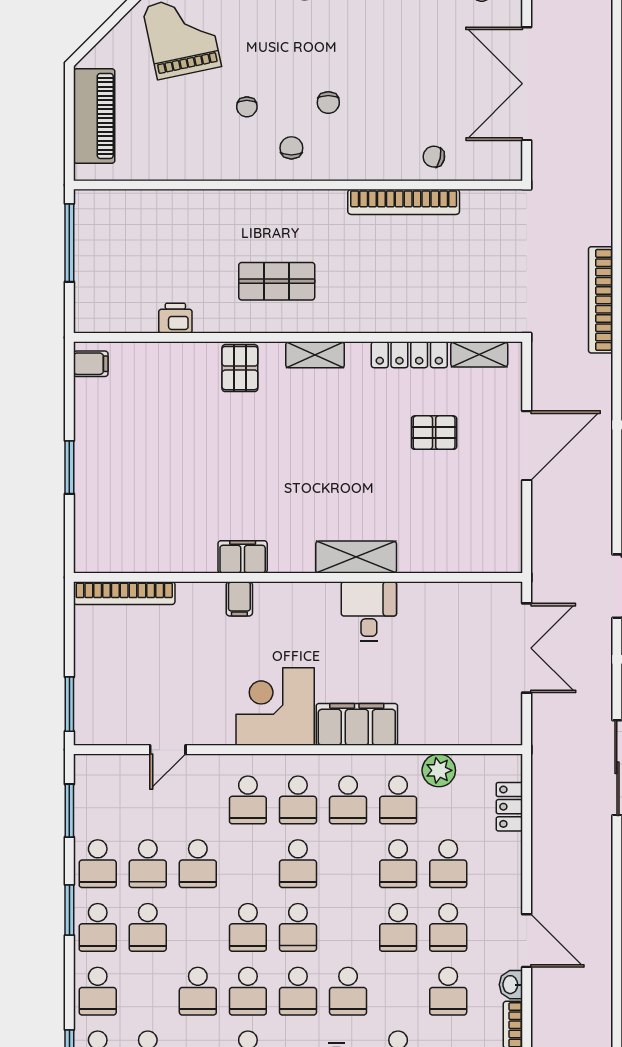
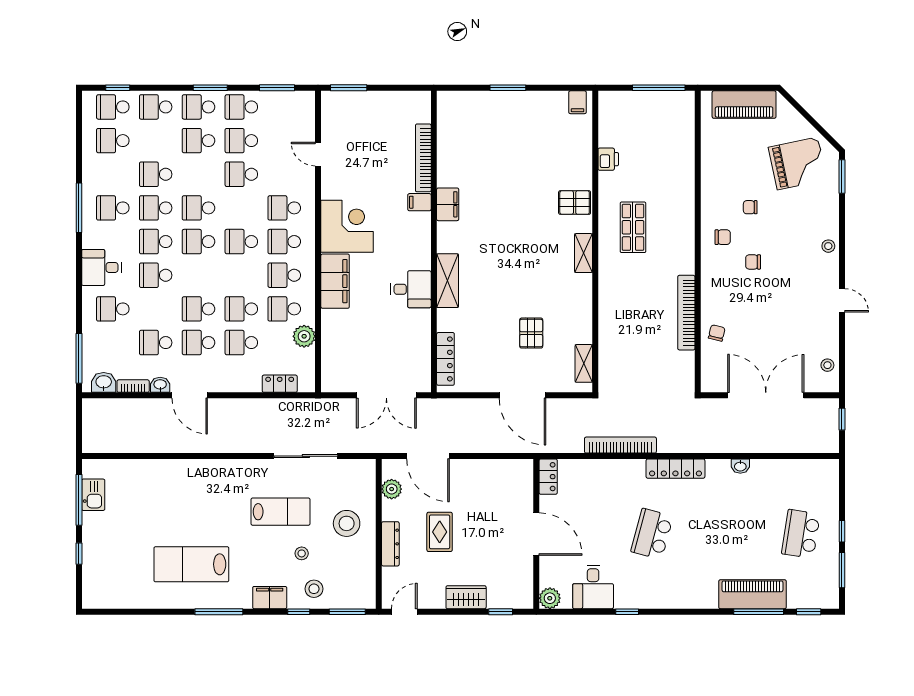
locker: (409, 355) -> (445, 359), moved, turned 180
bookcase: (124, 593) -> (423, 158), moved
door: (527, 941) -> (190, 395), hinge flipped

